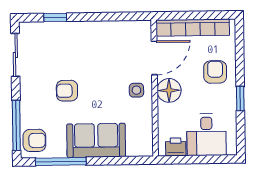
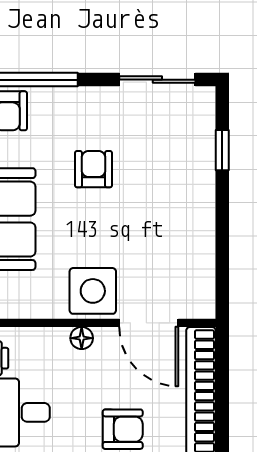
side table: (136, 90) -> (93, 291), width x1.87, depth x1.87
floor lamp: (169, 90) -> (82, 338), width x0.53, depth x0.53

